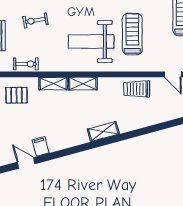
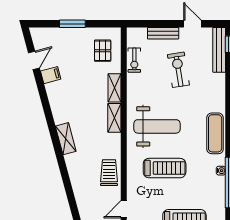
exercise bike: (35, 20) -> (178, 70), width x1.38, depth x1.39
weight bench: (91, 42) -> (157, 126), turned 90

